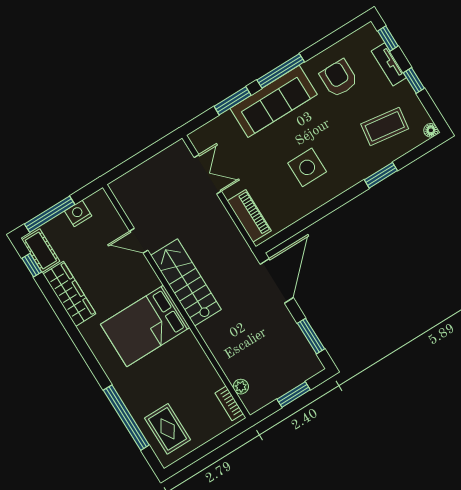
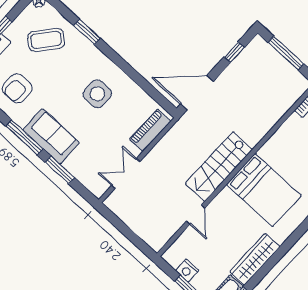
sofa: (274, 101) -> (51, 136), width x0.73
coffee table: (385, 126) -> (46, 40), turned -58
window: (311, 336) -> (234, 52), width x0.67
plant: (241, 387) -> (292, 98), removed
window: (294, 394) -> (286, 53), width x1.44

